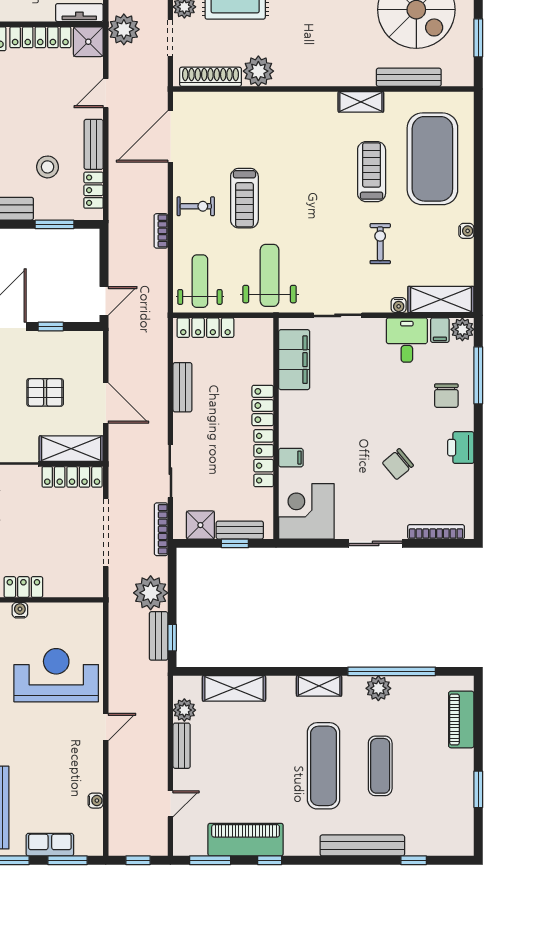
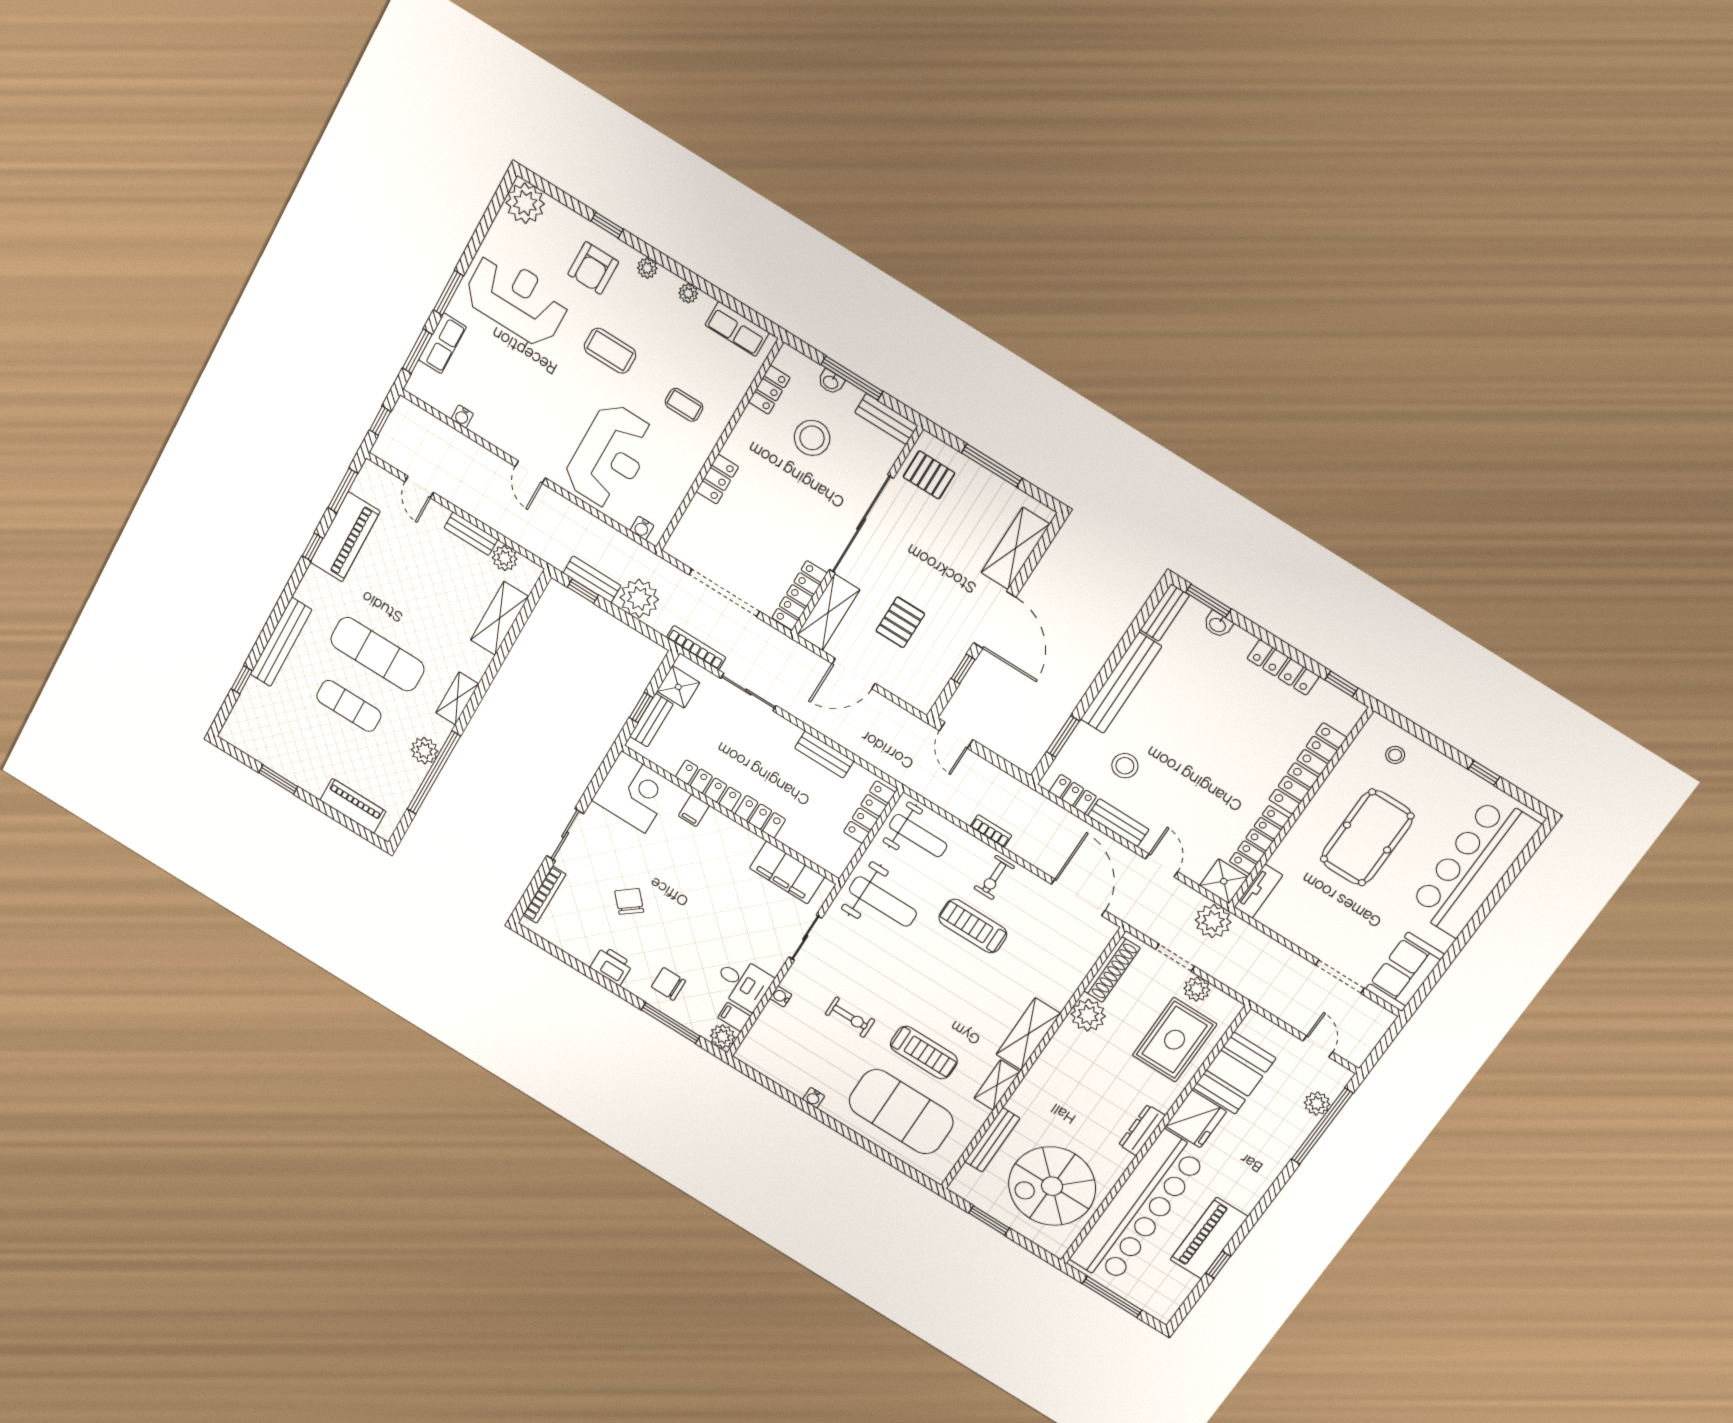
shelving: (441, 300) -> (1028, 1034), moved
water cooler: (20, 610) -> (642, 528), moved, turned 90

